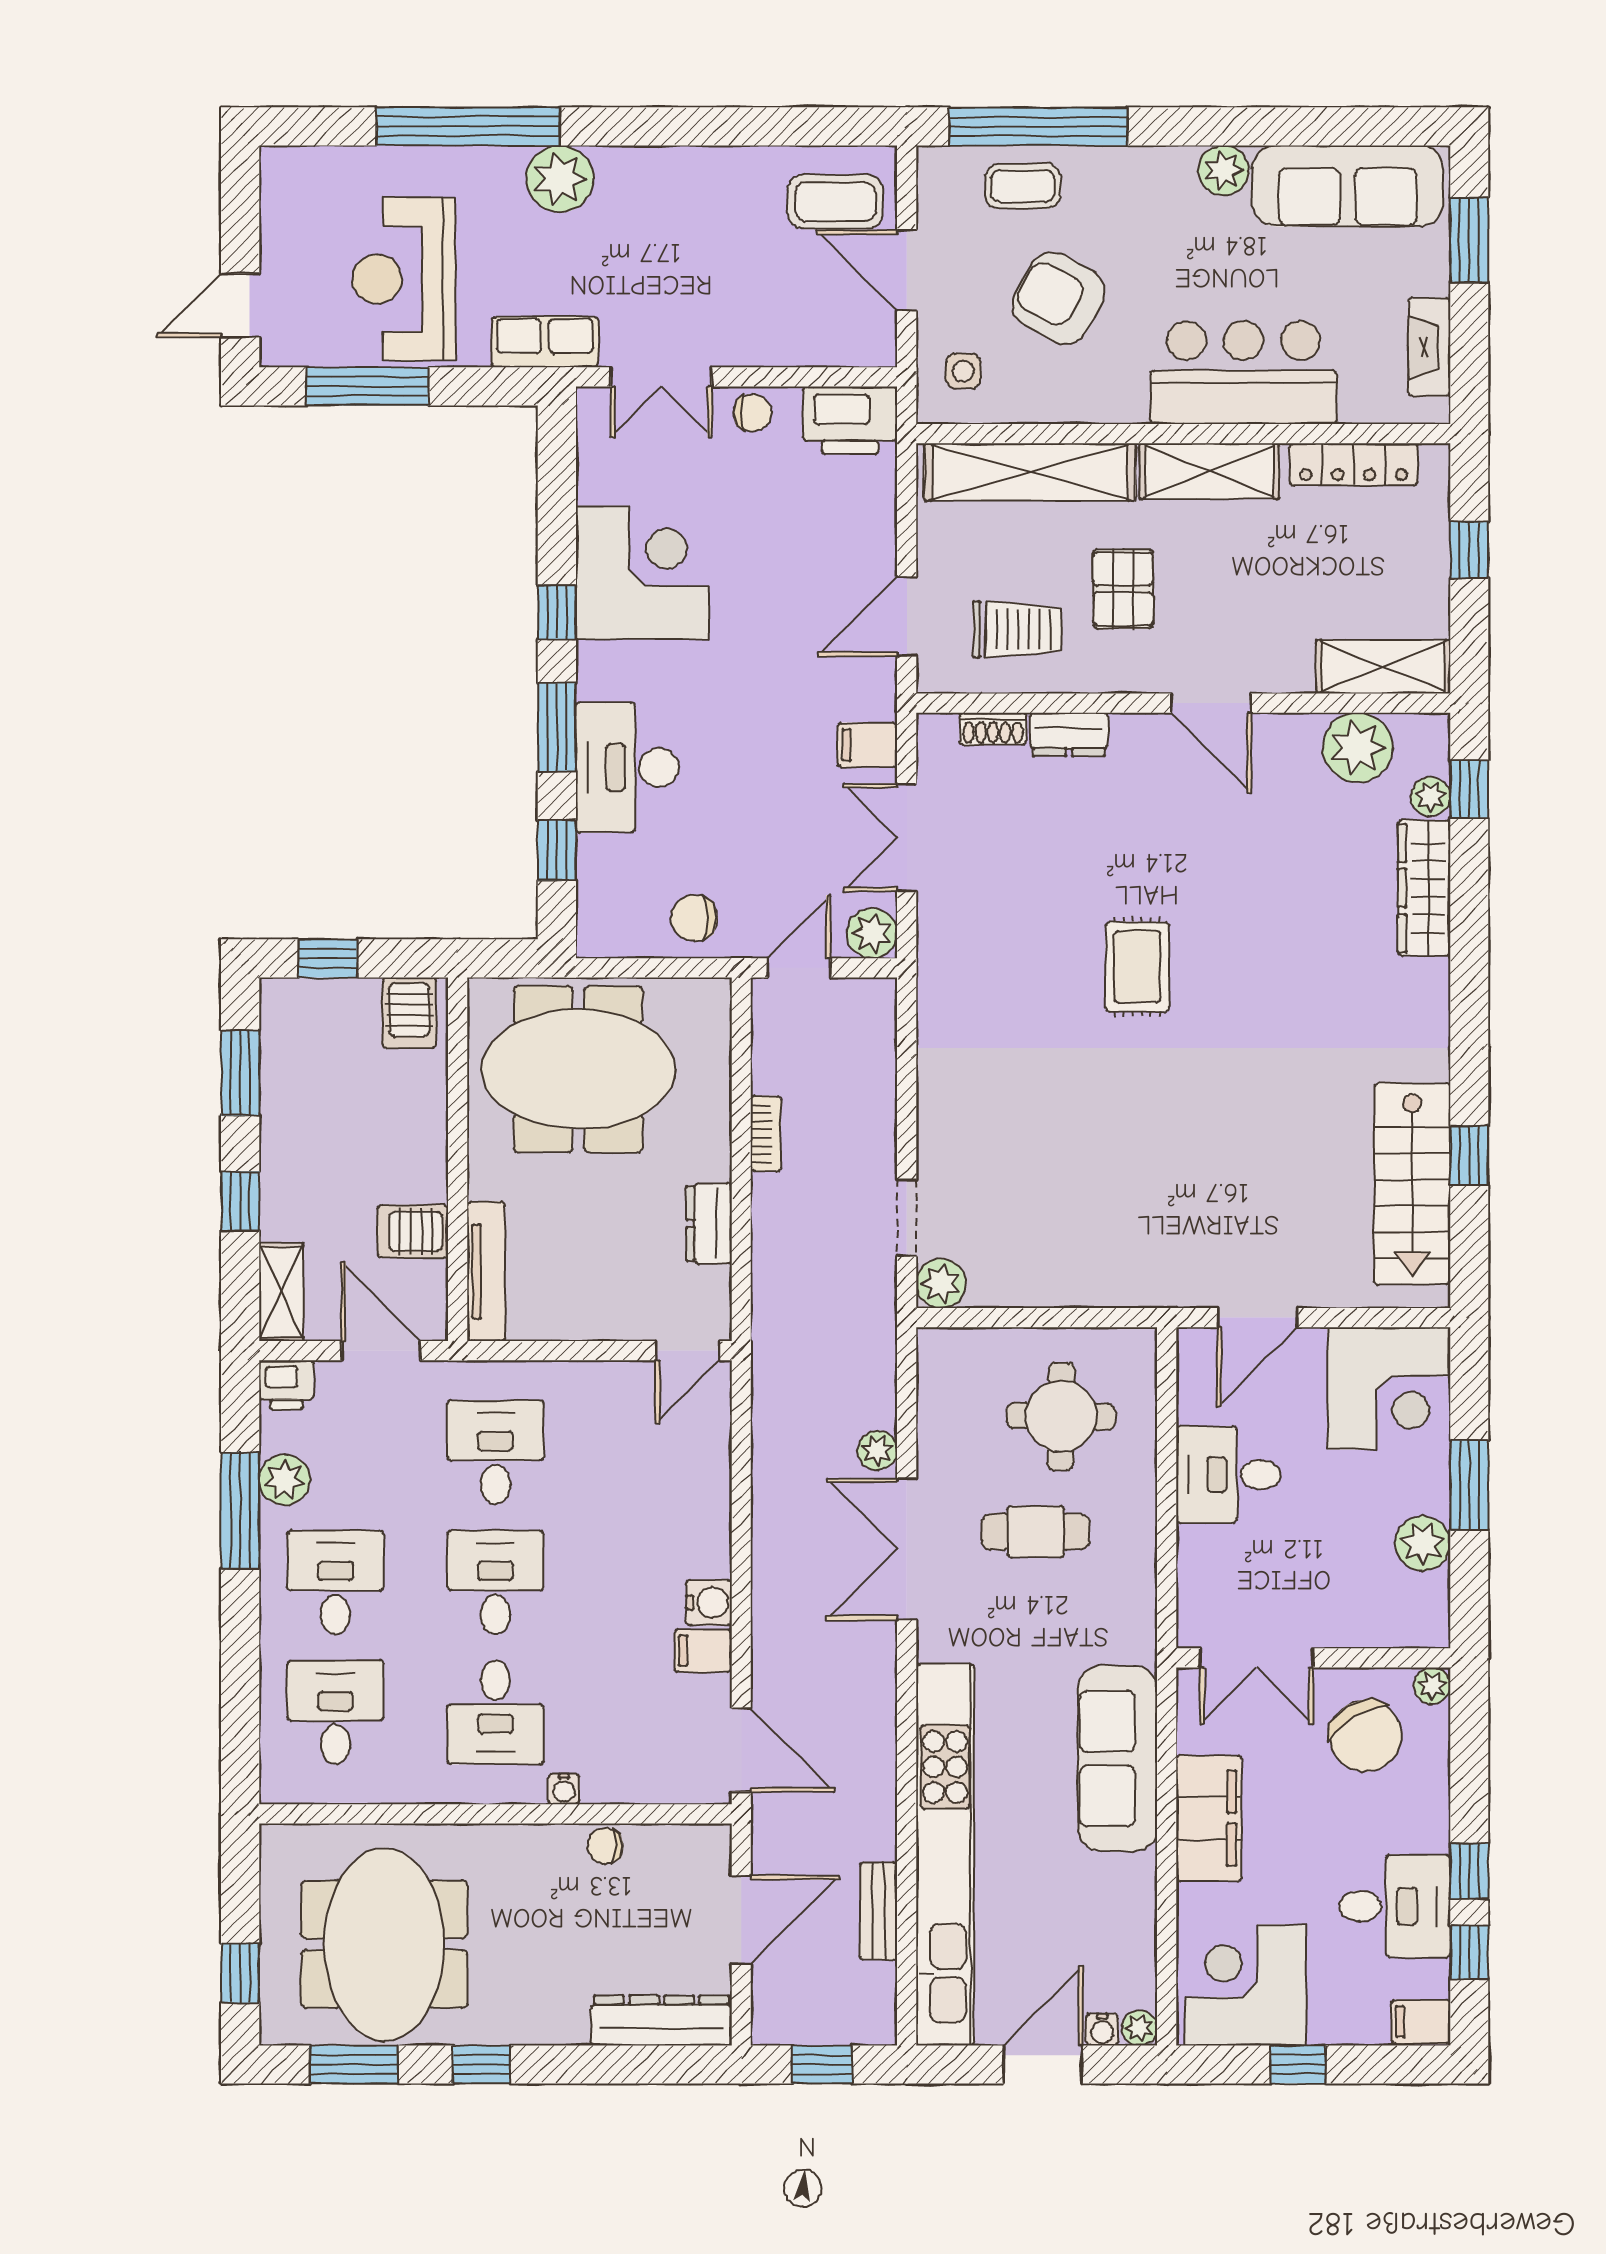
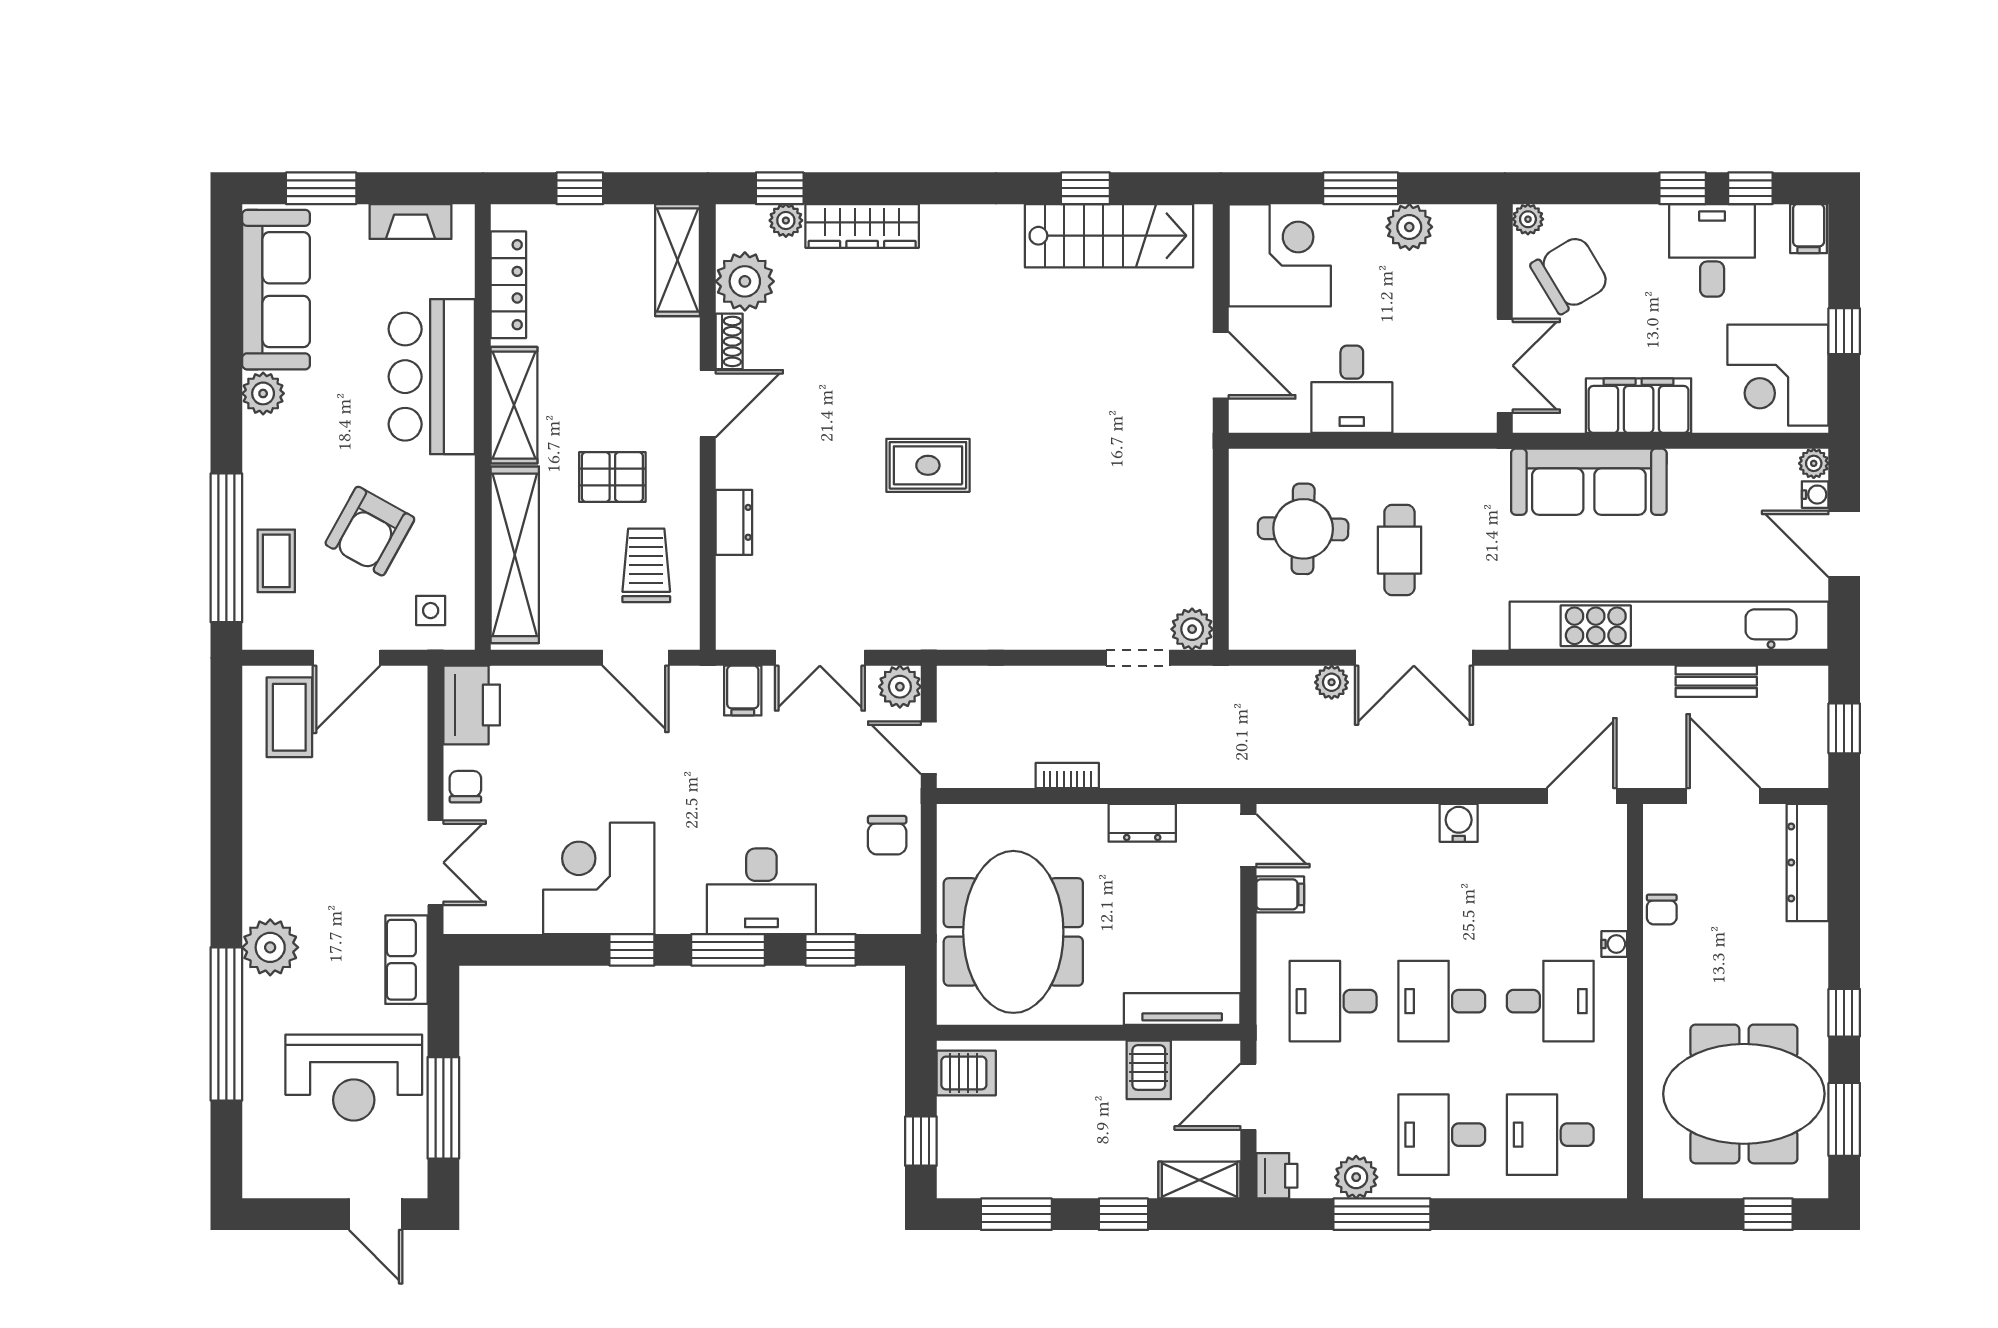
shoe rack: (993, 729) -> (729, 341), moved
filing cabinet: (703, 1651) -> (1280, 894), moved, turned -90

